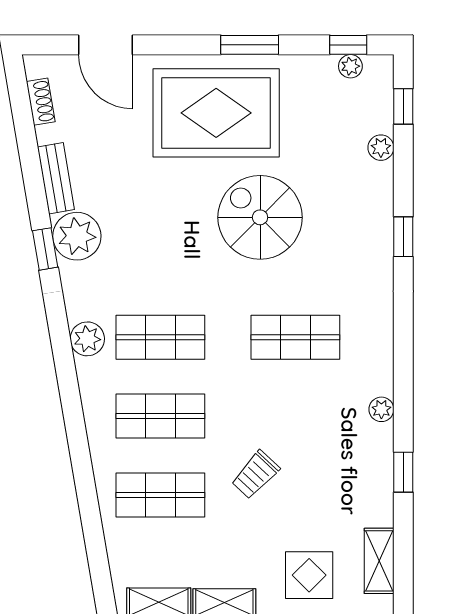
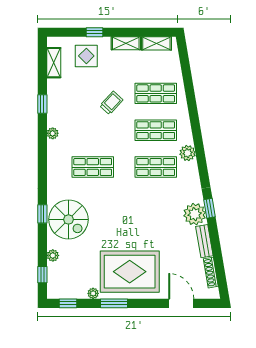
plant: (350, 66) -> (93, 293), moved
shoe rack: (41, 102) -> (211, 273), width x1.43
spiral stairs: (260, 217) -> (69, 219), moved
plant: (87, 339) -> (188, 153), moved

